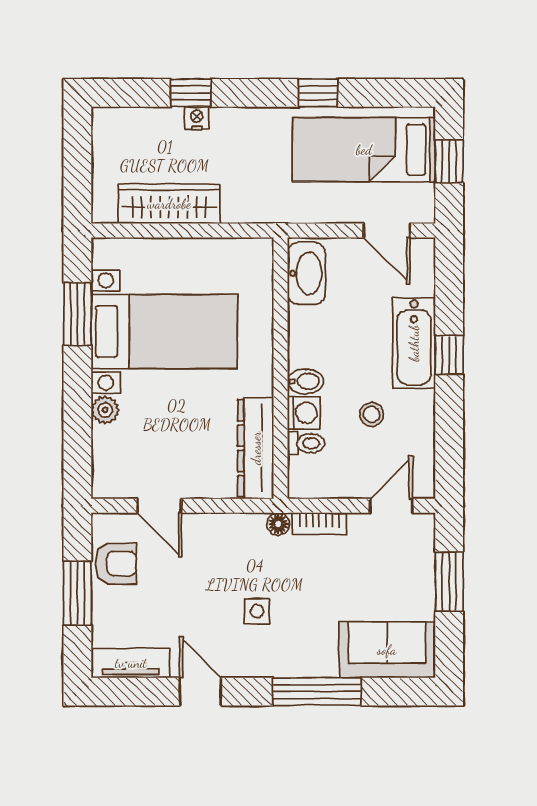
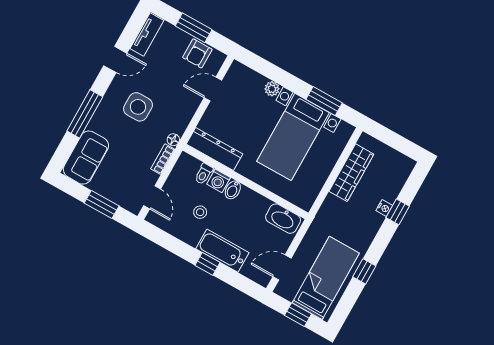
side table: (257, 611) -> (138, 107), width x1.87, depth x1.87

